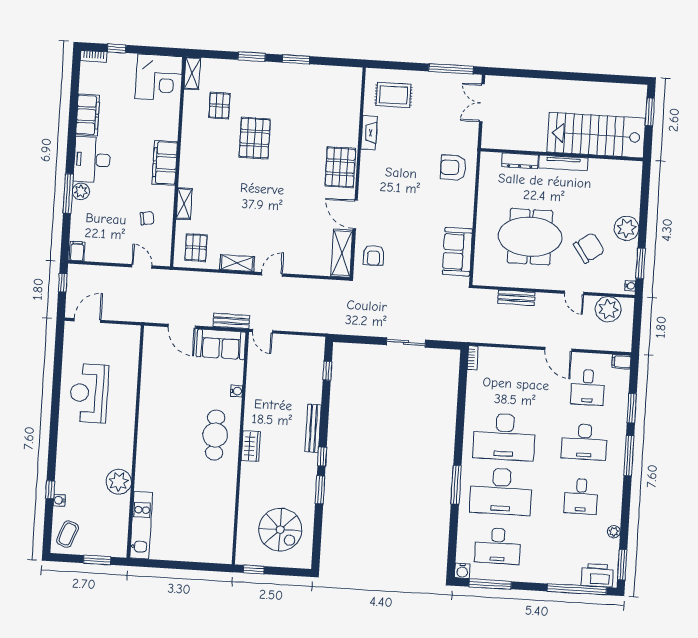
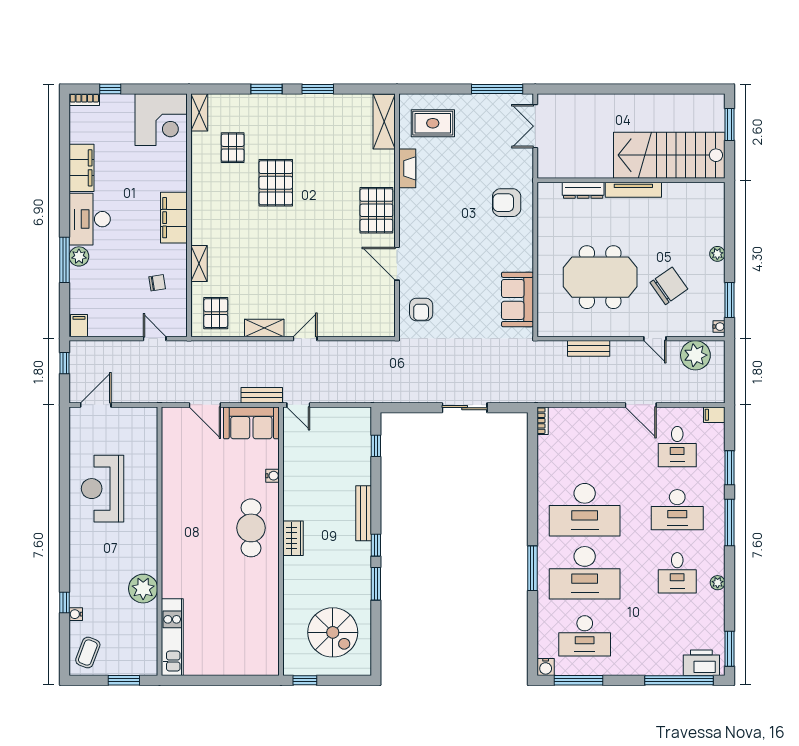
plant: (626, 228) -> (717, 254), width x0.53, depth x0.53
shelving: (342, 253) -> (384, 122), moved
plant: (614, 532) -> (718, 583), moved

